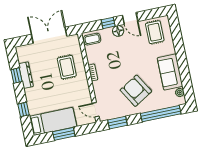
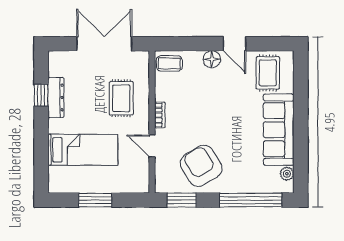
window: (108, 23) -> (199, 44), removed
sofa: (170, 72) -> (279, 130), width x1.36
armchair: (136, 91) -> (201, 166), moved
window: (24, 109) -> (41, 150), removed
door: (96, 110) -> (152, 146), moved
bed: (53, 121) -> (83, 150), moved

